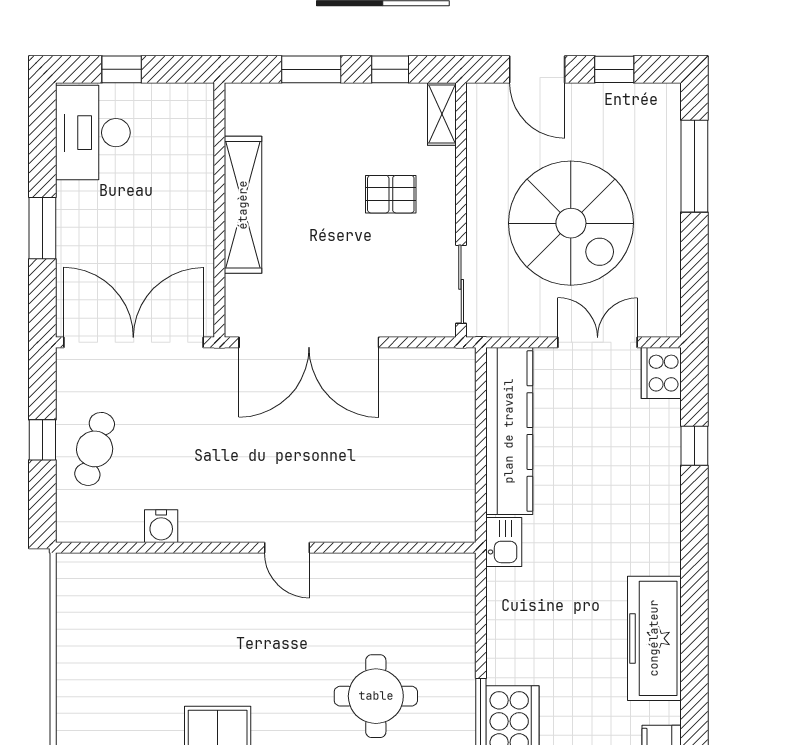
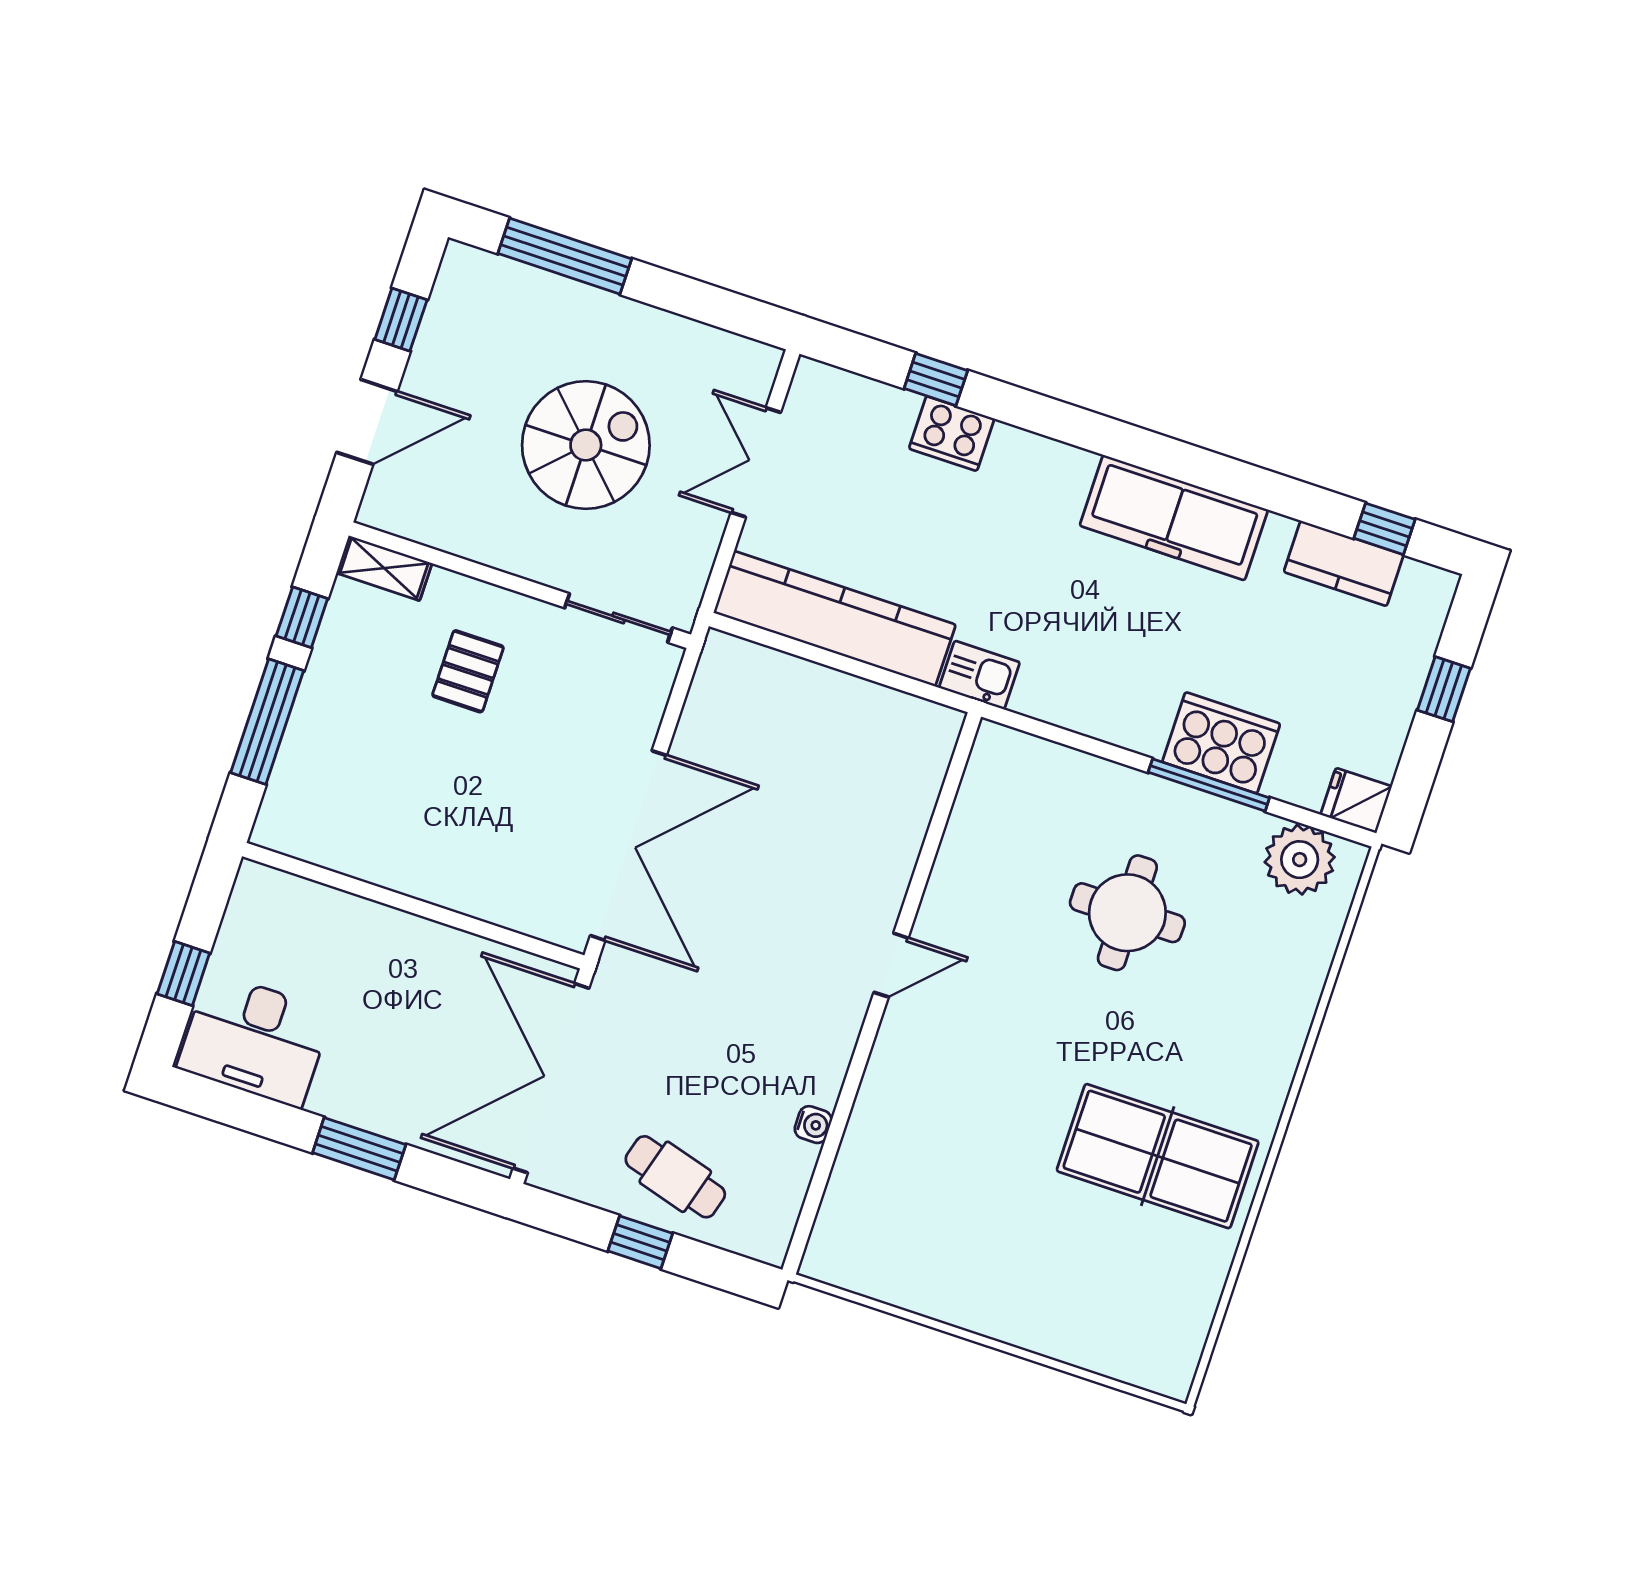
window: (311, 69) -> (267, 722), width x1.44
shelving: (243, 205) -> (417, 872), removed
spiral stairs: (571, 223) -> (586, 445), width x0.73, depth x0.73
cooker: (661, 373) -> (952, 434), moved
water cooler: (161, 526) -> (813, 1125), width x0.72, depth x0.72

